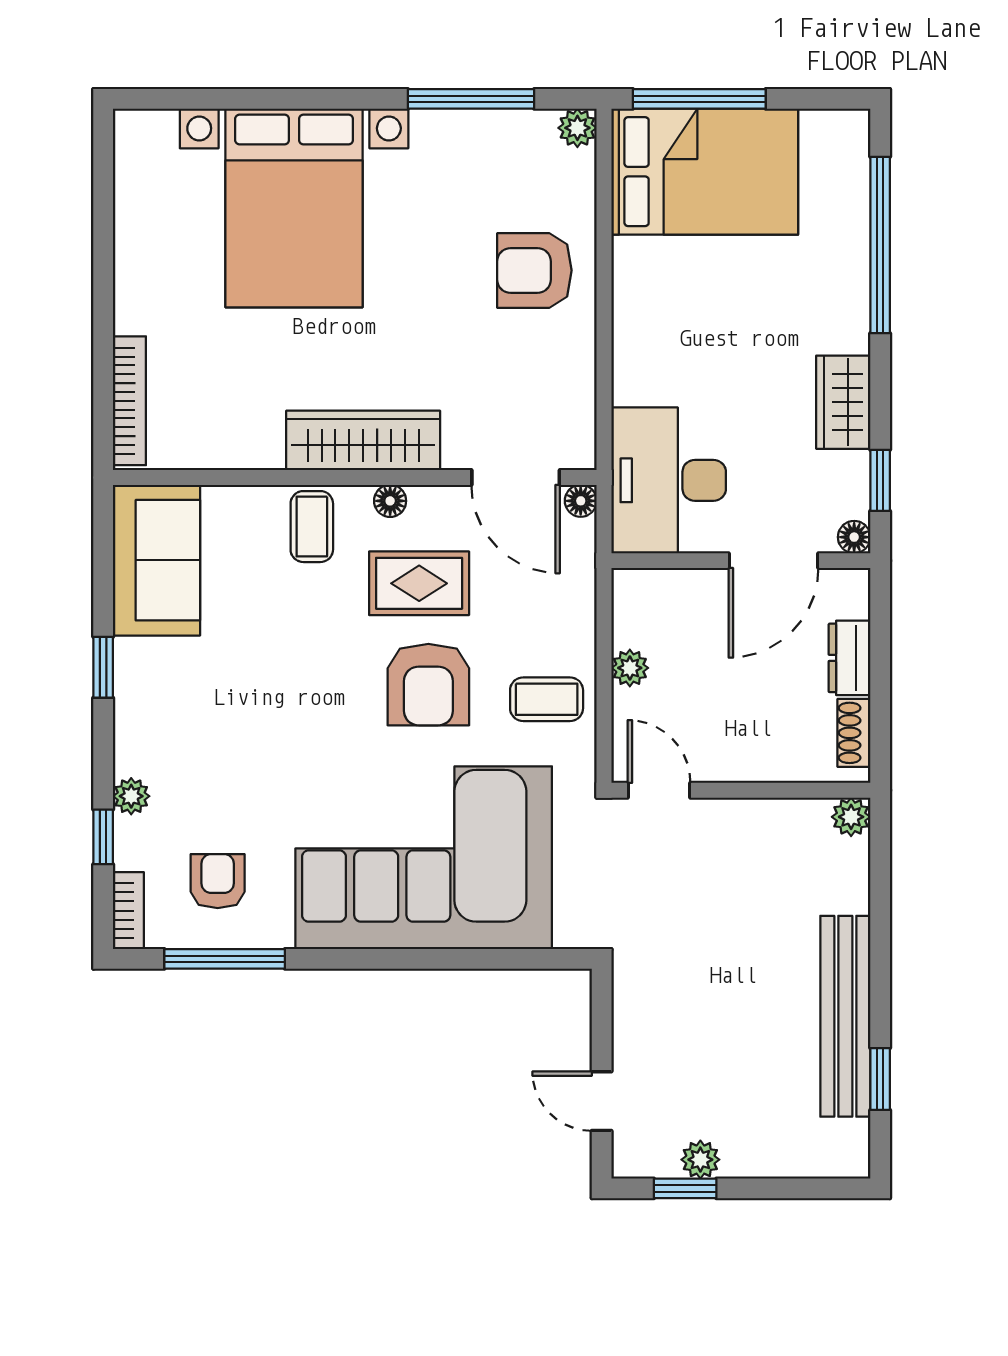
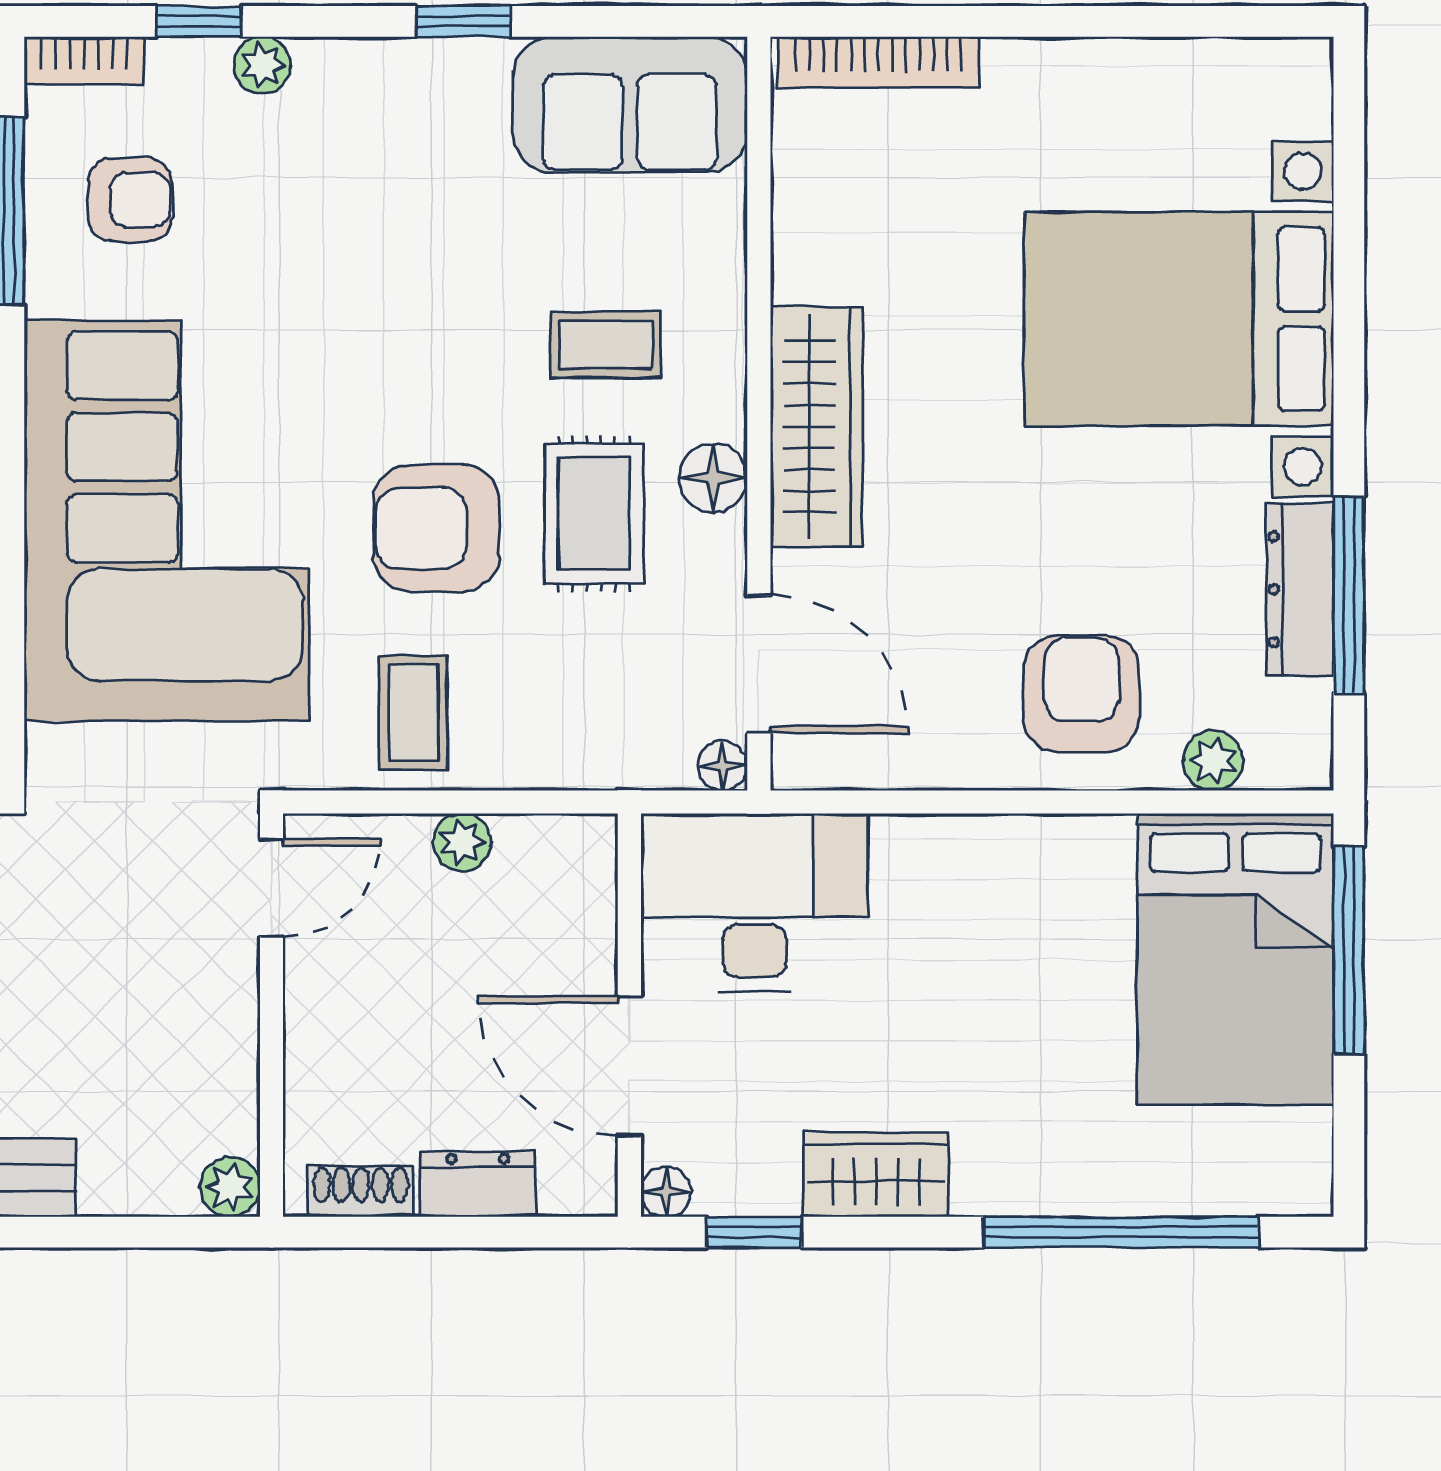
plant: (577, 128) -> (1213, 761), moved
dresser: (468, 130) -> (1300, 589), added
door: (516, 478) -> (759, 664), swing flipped
floor lamp: (390, 501) -> (713, 478), width x1.37, depth x1.37
coffee table: (312, 527) -> (606, 345), moved

